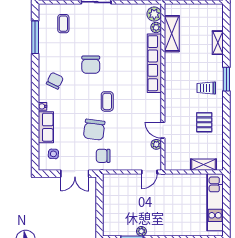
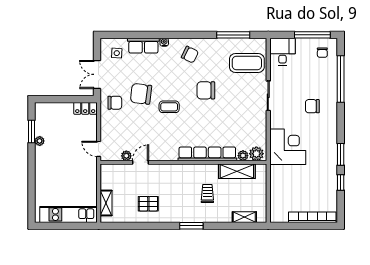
coffee table: (63, 24) -> (247, 63), width x1.86, depth x1.72
shelving: (218, 43) -> (244, 217), moved
trolley: (206, 88) -> (207, 193), moved
chair: (103, 156) -> (115, 103), turned 90
locker: (109, 185) -> (85, 108), added

